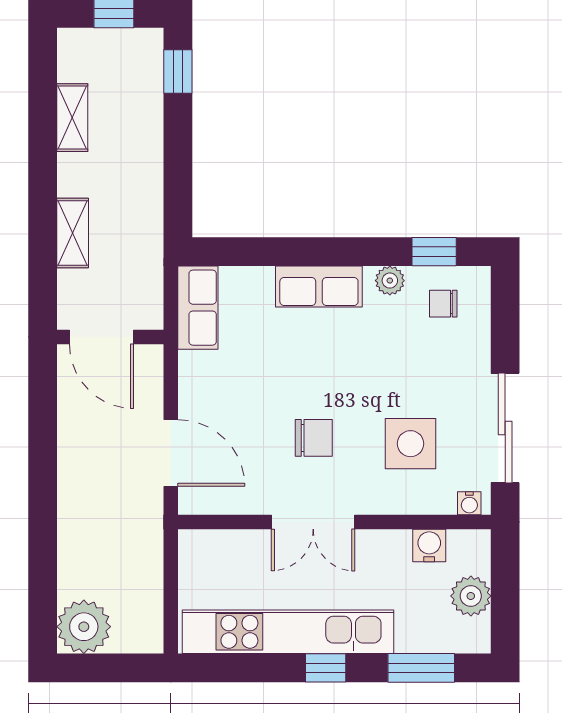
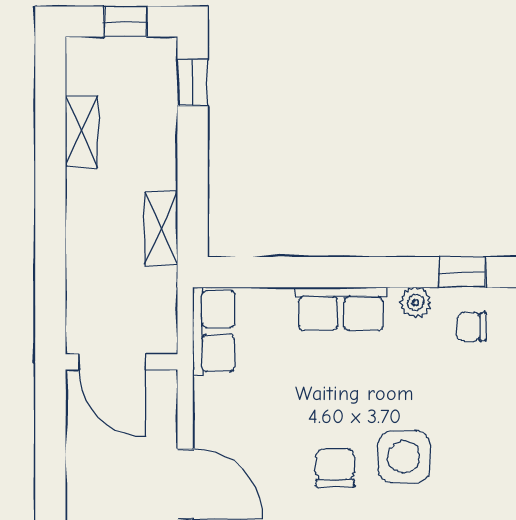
shelving: (73, 233) -> (161, 228), moved
chair: (314, 438) -> (335, 468), turned -90
side table: (410, 444) -> (404, 457), moved

